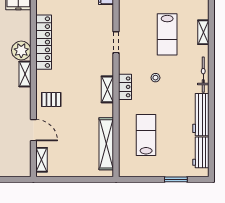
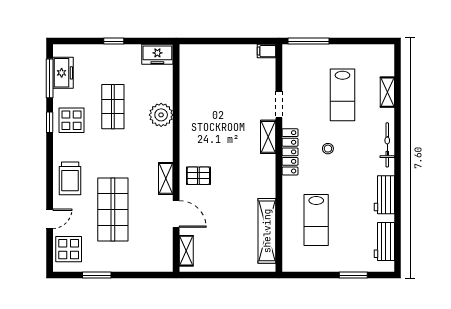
locker: (44, 42) -> (189, 104), removed
shelving: (25, 74) -> (166, 178), moved
locker: (125, 87) -> (290, 152), width x1.53
shelving: (107, 89) -> (268, 137), moved
workbench: (201, 115) -> (384, 195), width x0.73
lab bench: (146, 135) -> (316, 220), turned 180

